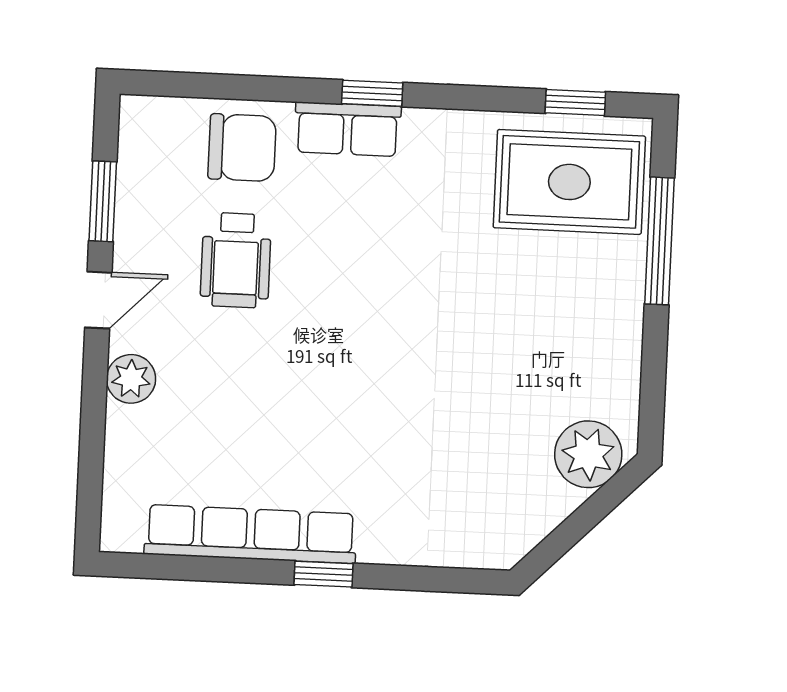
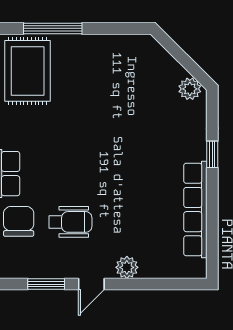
door: (98, 300) -> (91, 284), swing flipped
plant: (588, 454) -> (190, 89), moved, width x0.73, depth x0.73
window: (324, 574) -> (212, 154), moved

